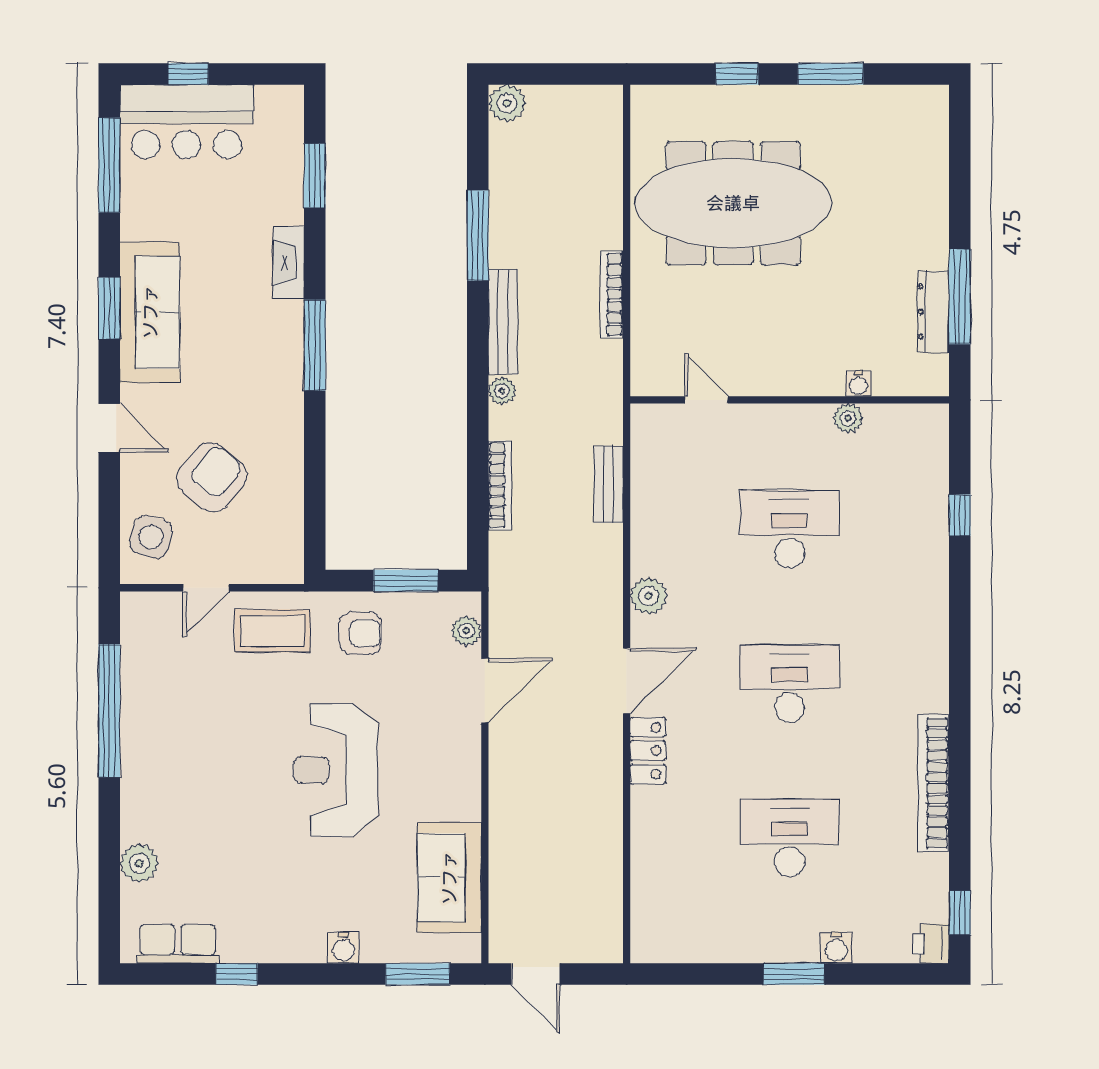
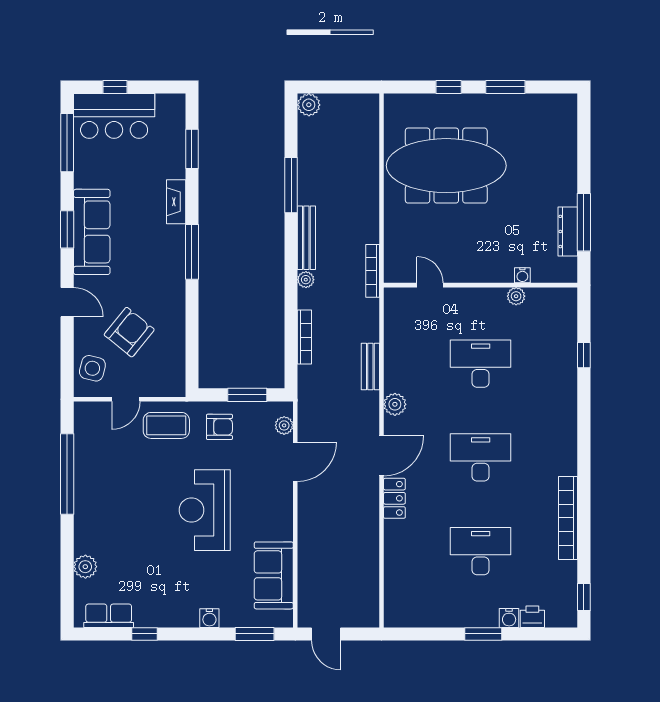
bookcase: (612, 294) -> (373, 271), moved
bench: (608, 484) -> (370, 366), moved
printer: (931, 944) -> (532, 617), moved, turned 90

